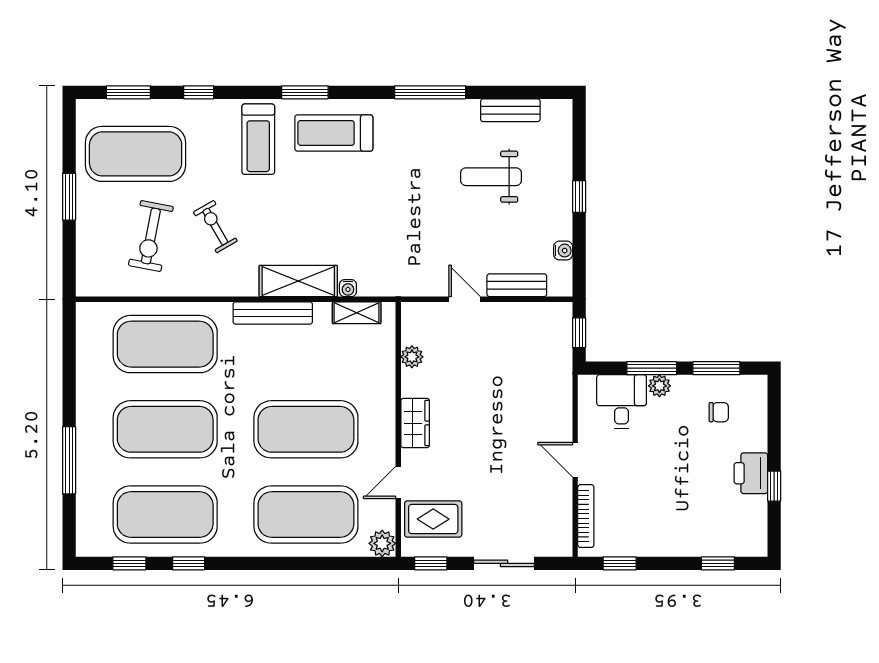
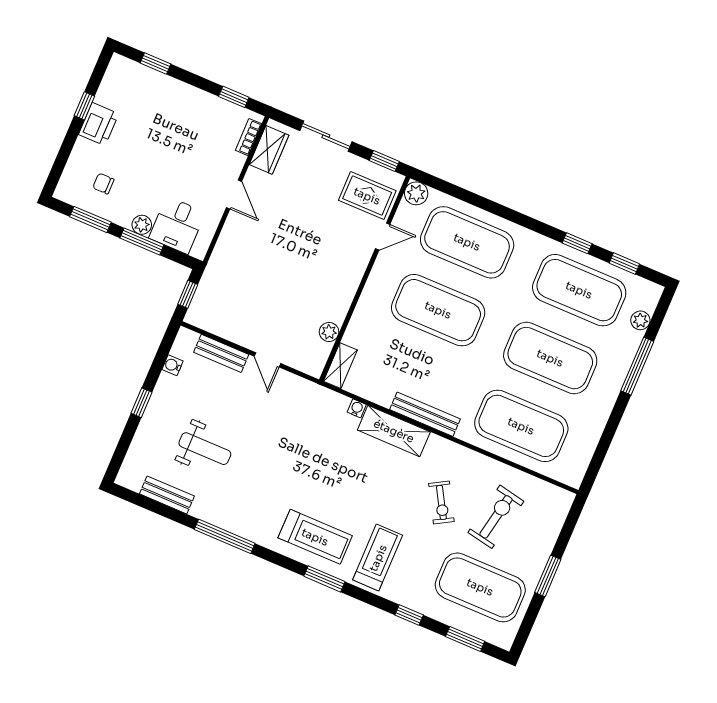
shelving: (357, 313) -> (340, 366), moved, turned 90
wardrobe: (415, 423) -> (269, 150), moved, turned 180
plant: (86, 510) -> (640, 320), added
bookcase: (586, 516) -> (249, 137), width x0.64

